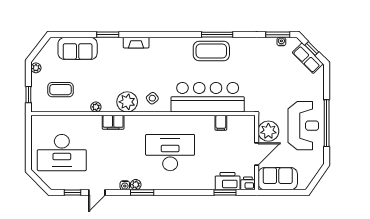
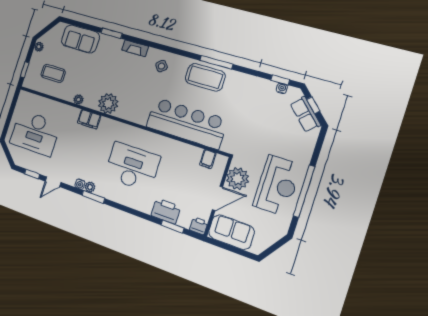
window: (278, 35) -> (280, 80), width x0.67
side table: (152, 98) -> (161, 66), moved
filing cabinet: (221, 123) -> (208, 159), moved
printer: (228, 181) -> (166, 211), moved

